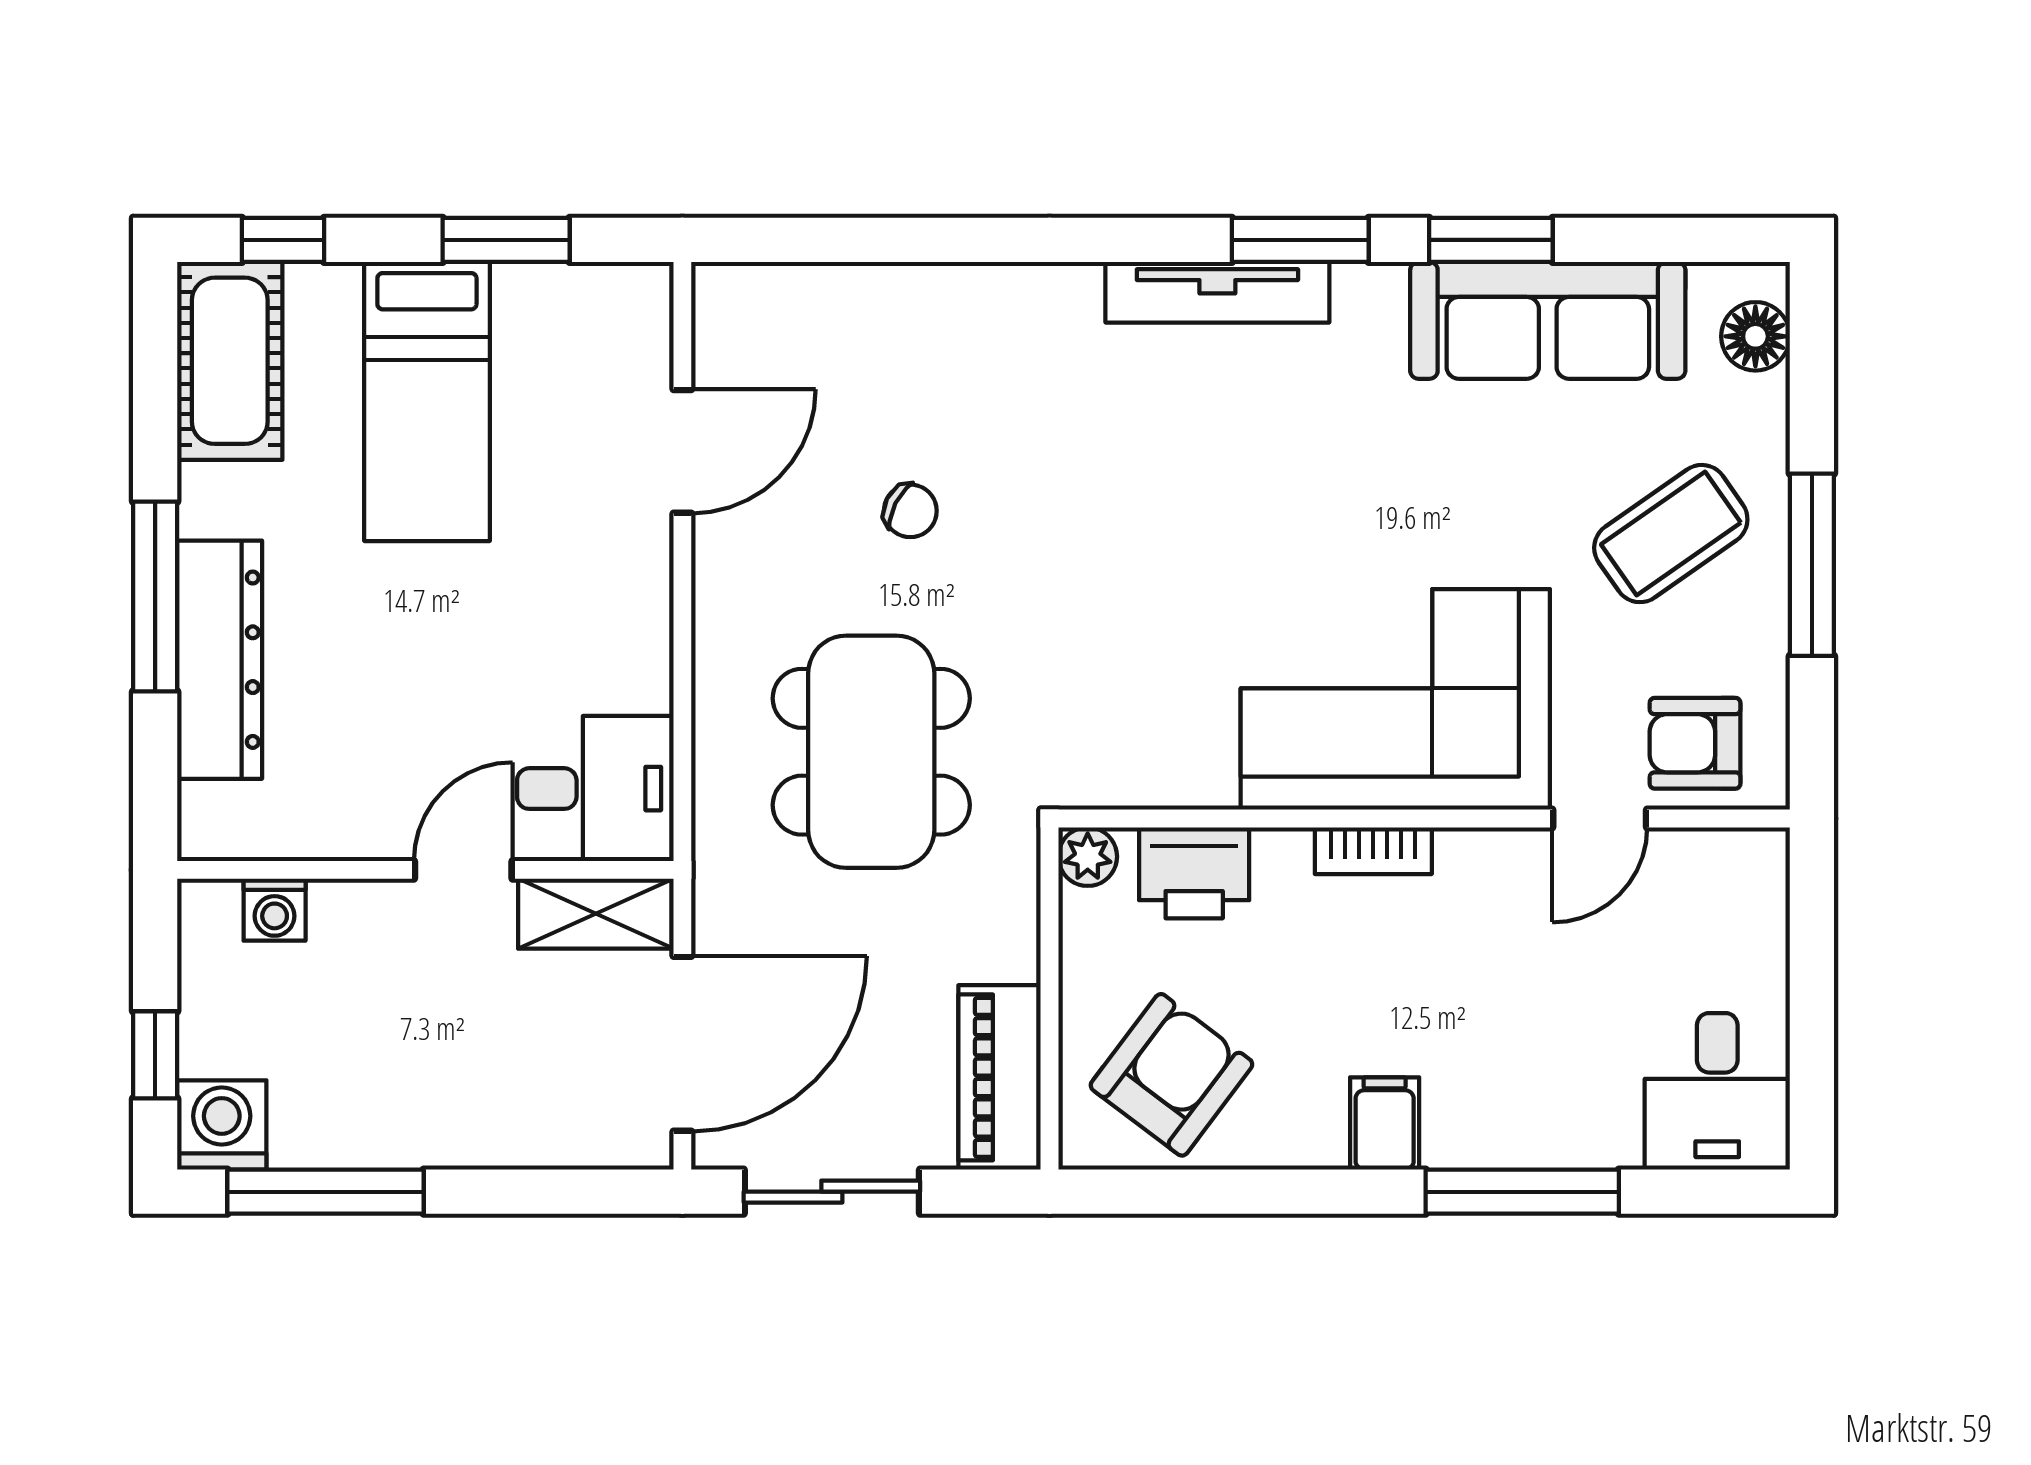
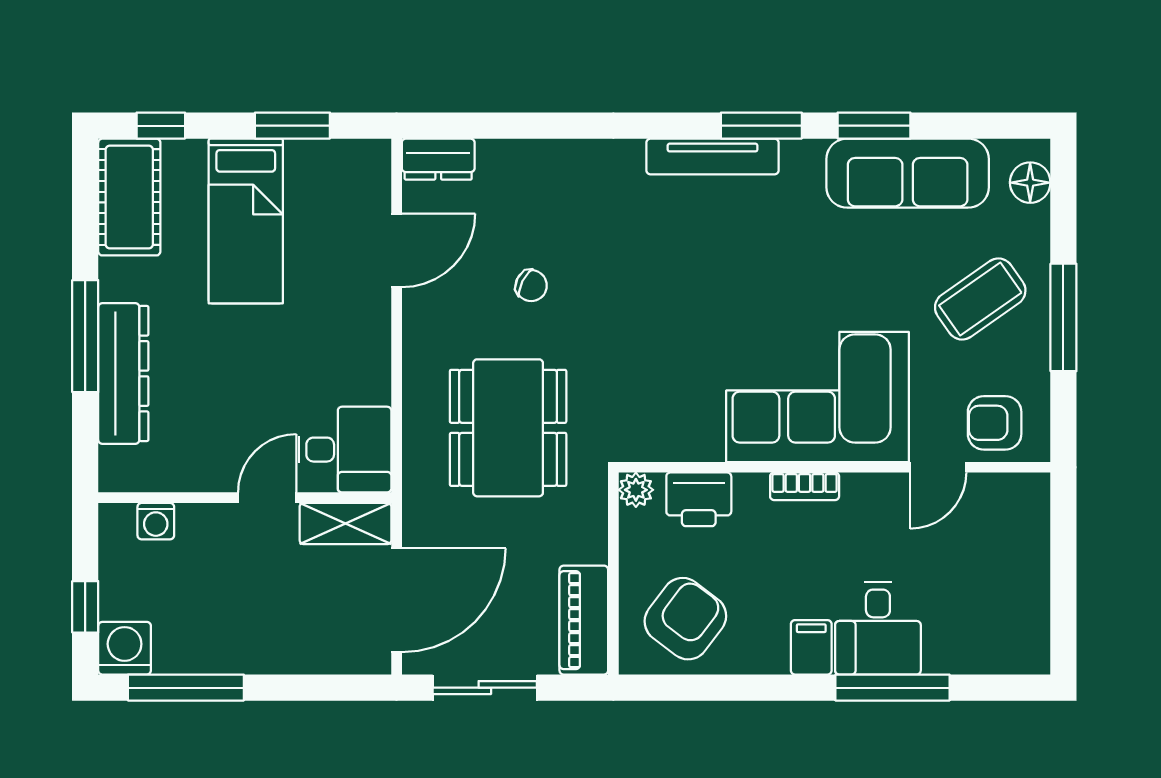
dresser: (753, 297) -> (438, 159), added
desk: (1717, 1091) -> (878, 628), moved

